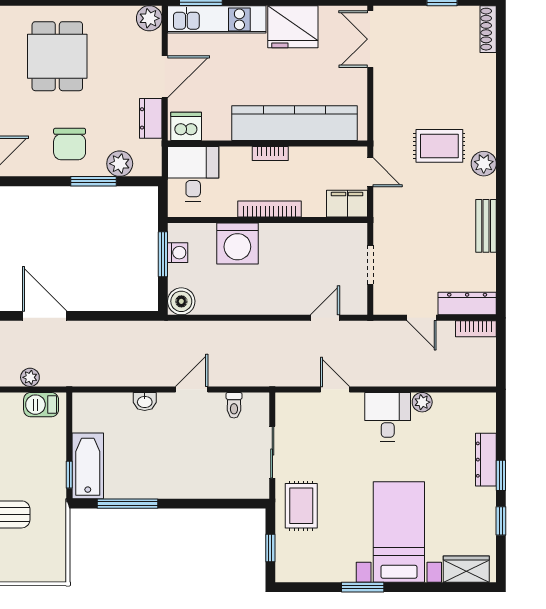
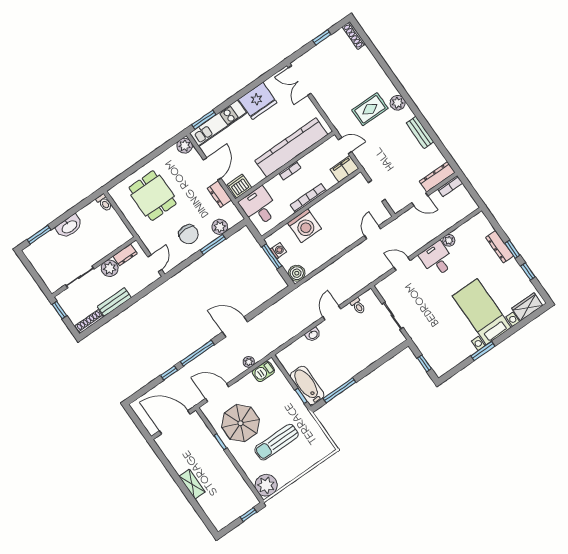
rug: (301, 506) -> (425, 332), removed

